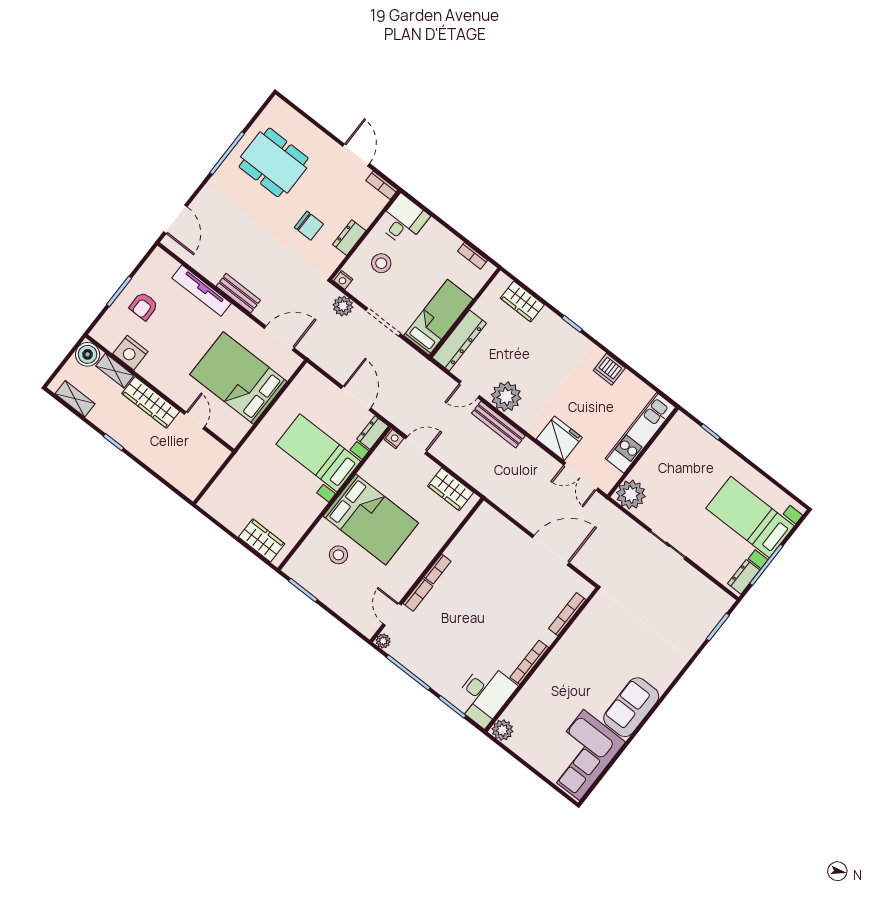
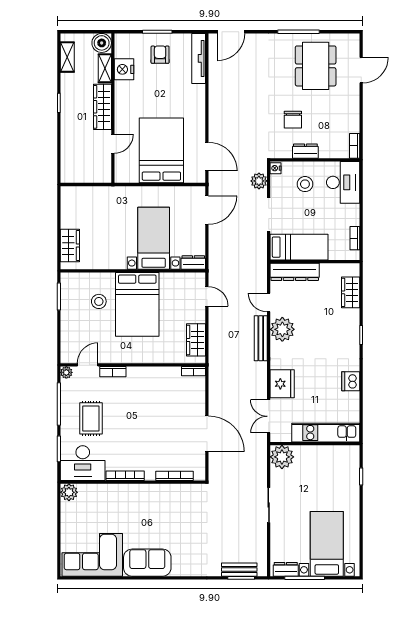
door: (356, 155) -> (361, 70), moved
desk: (403, 220) -> (343, 182), width x1.37
tv unit: (202, 291) -> (199, 58), moved
bench: (238, 293) -> (239, 570), moved, turned 90
armchair: (144, 306) -> (160, 55), turned 90
door: (356, 398) -> (207, 210), moved
nightstand: (394, 439) -> (200, 279), removed
bookcase: (437, 569) -> (194, 371), moved
rug: (447, 652) -> (91, 418), added

